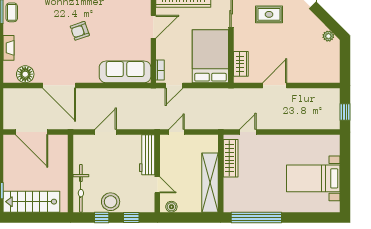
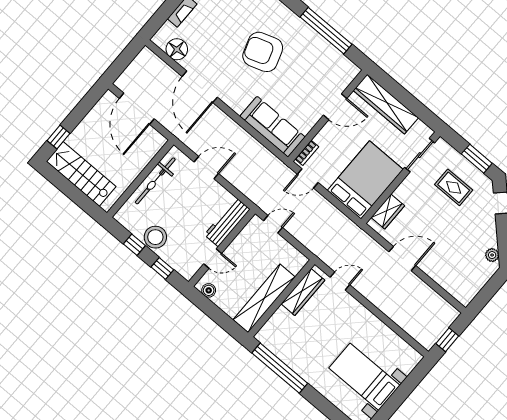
armchair: (80, 31) -> (263, 52), width x1.88, depth x1.88
door: (157, 185) -> (213, 259), hinge flipped
bicycle: (81, 188) -> (155, 181), moved

